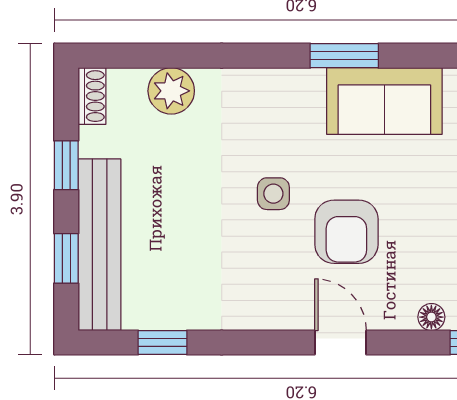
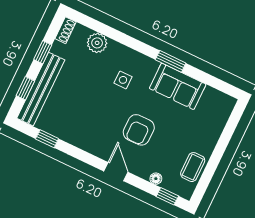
side table: (273, 194) -> (123, 80), moved

